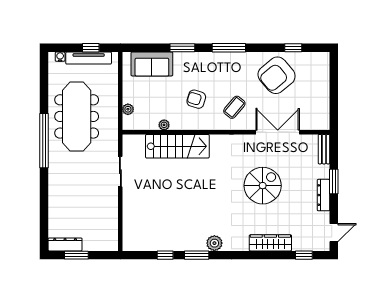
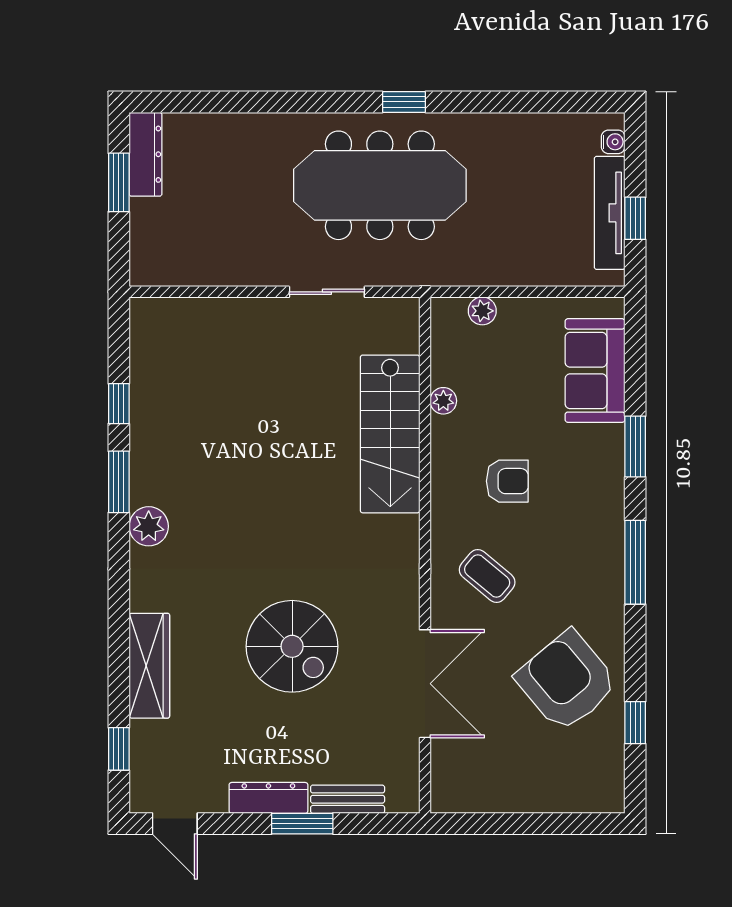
armchair: (196, 99) -> (507, 481), turned 73
meeting table: (77, 116) -> (380, 185), moved
window: (44, 141) -> (404, 102), width x0.32
bench: (324, 149) -> (348, 799), moved

